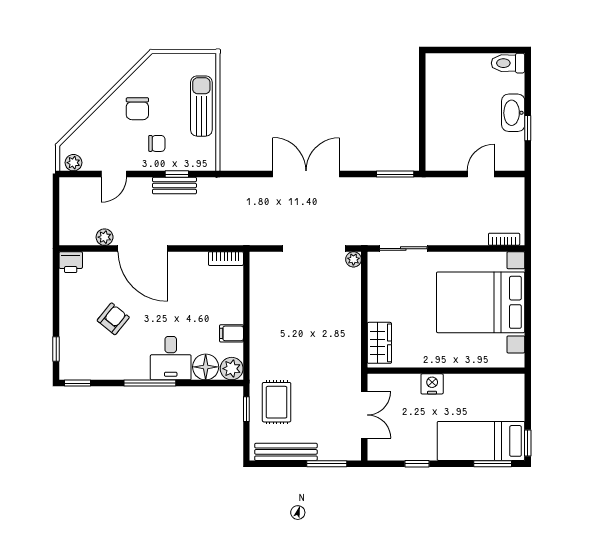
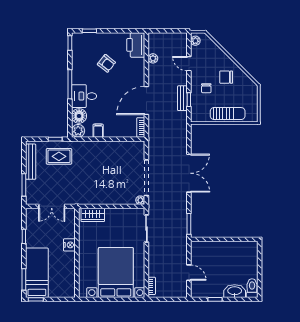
washbasin: (513, 113) -> (235, 291), moved
door: (143, 249) -> (146, 100), moved
printer: (71, 262) -> (136, 45), width x1.87, depth x1.48

